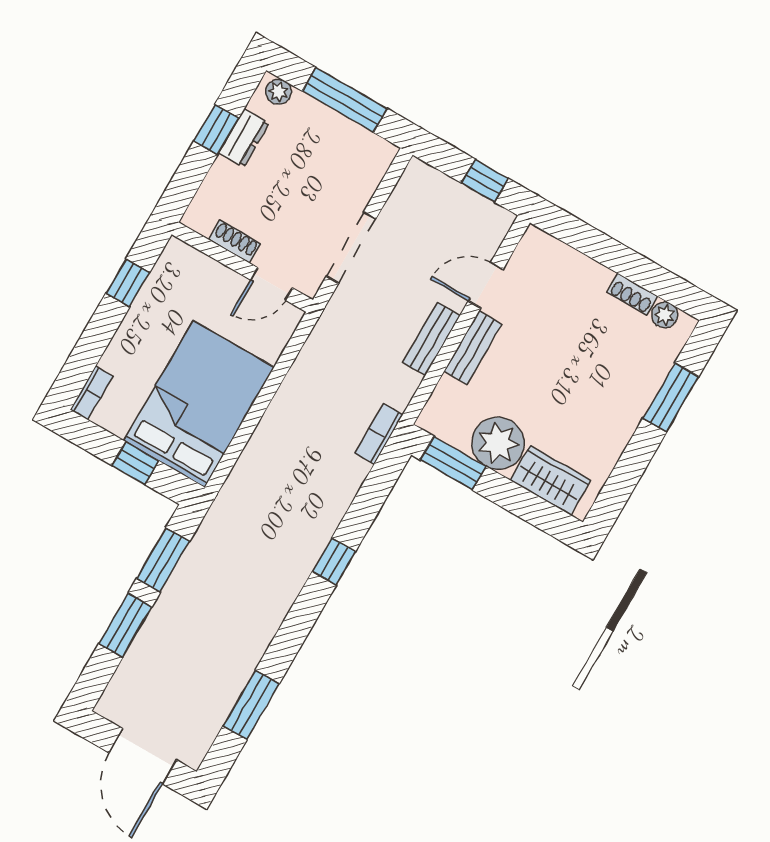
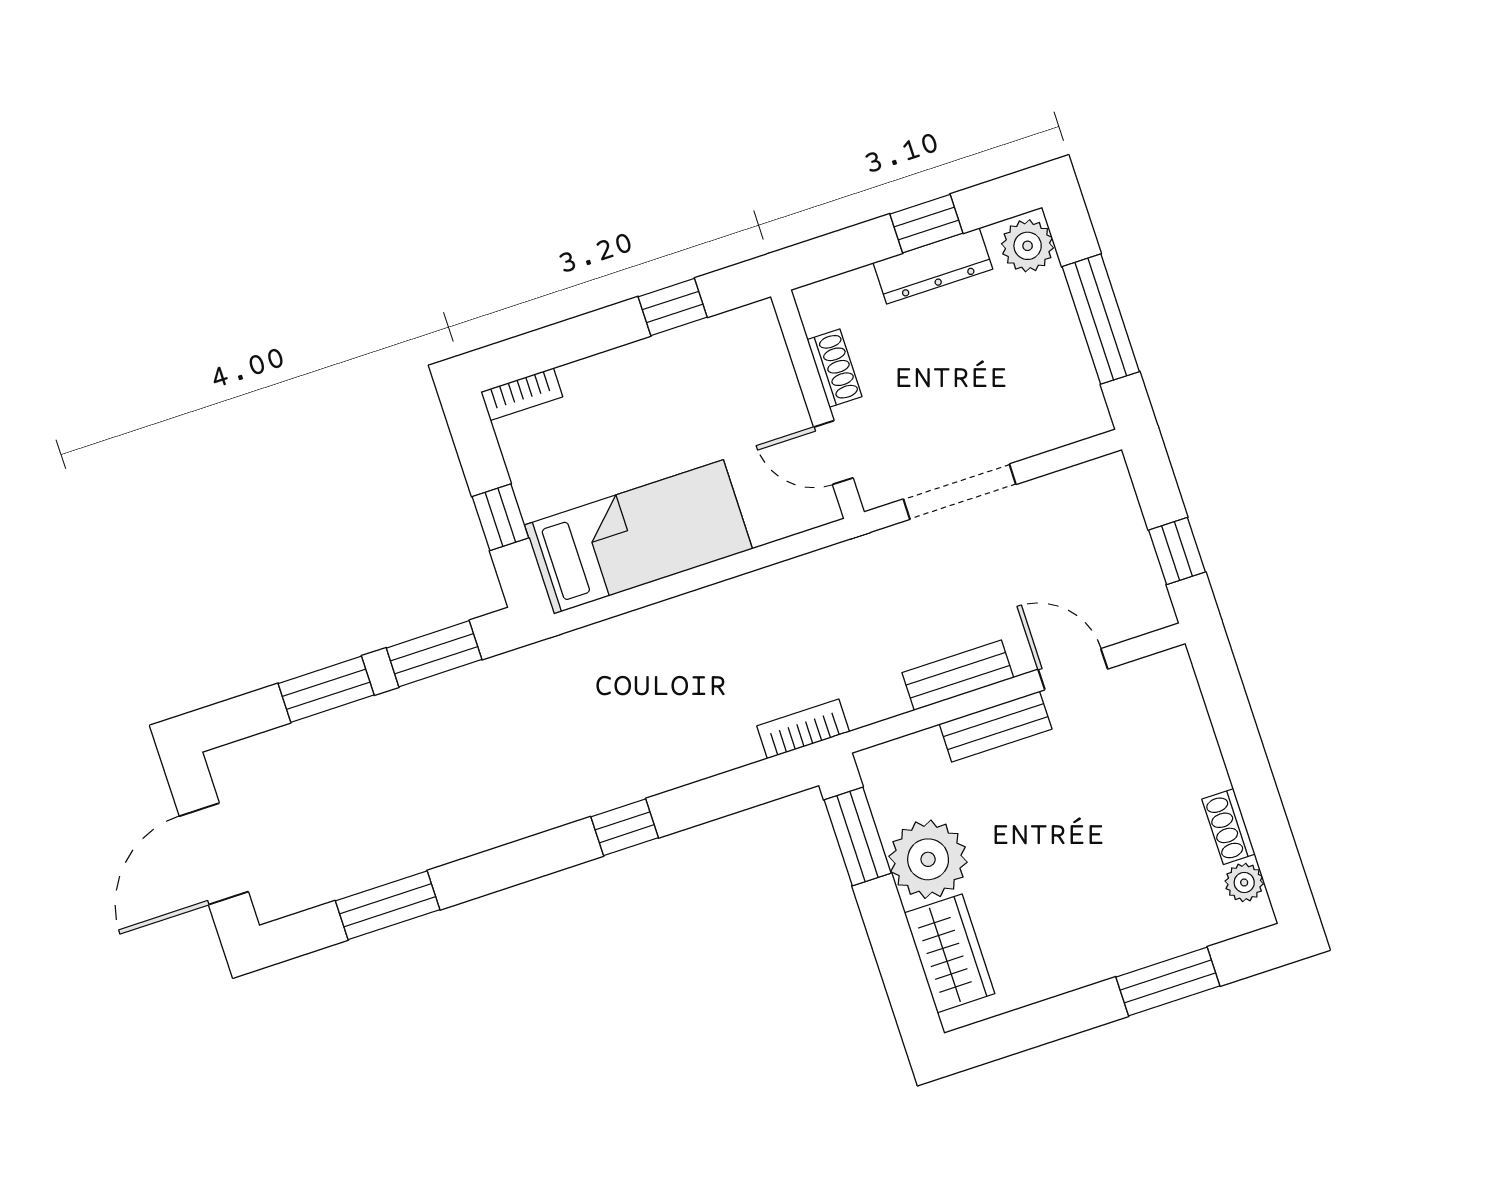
plant: (278, 92) -> (1028, 246), width x1.38, depth x1.38
dresser: (244, 138) -> (933, 266), width x1.44
bed: (199, 404) -> (639, 537), width x0.67

